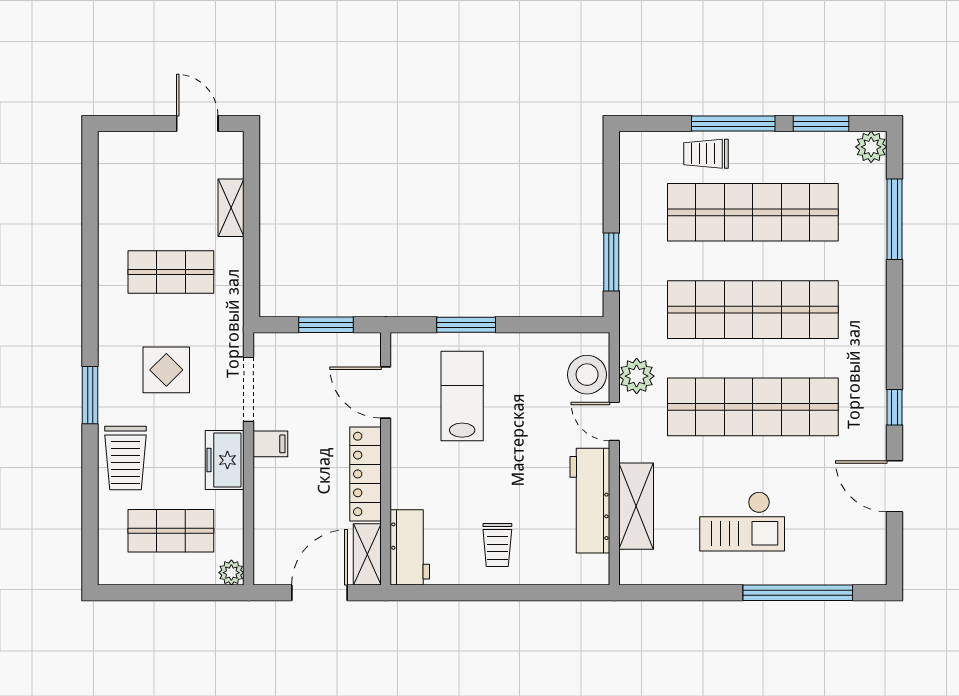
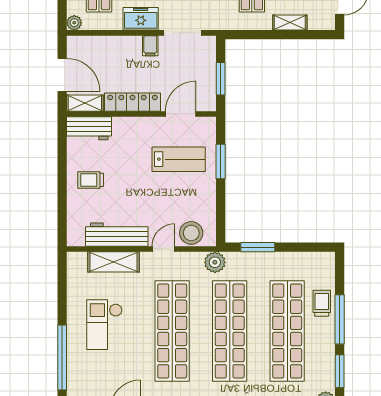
plant: (637, 376) -> (215, 262), moved

